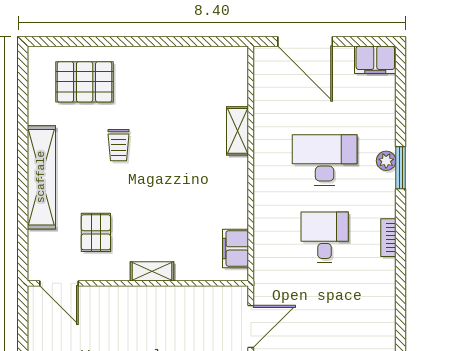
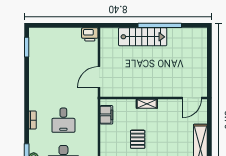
pallet: (96, 232) -> (138, 139), moved
door: (59, 283) -> (192, 98), swing flipped

